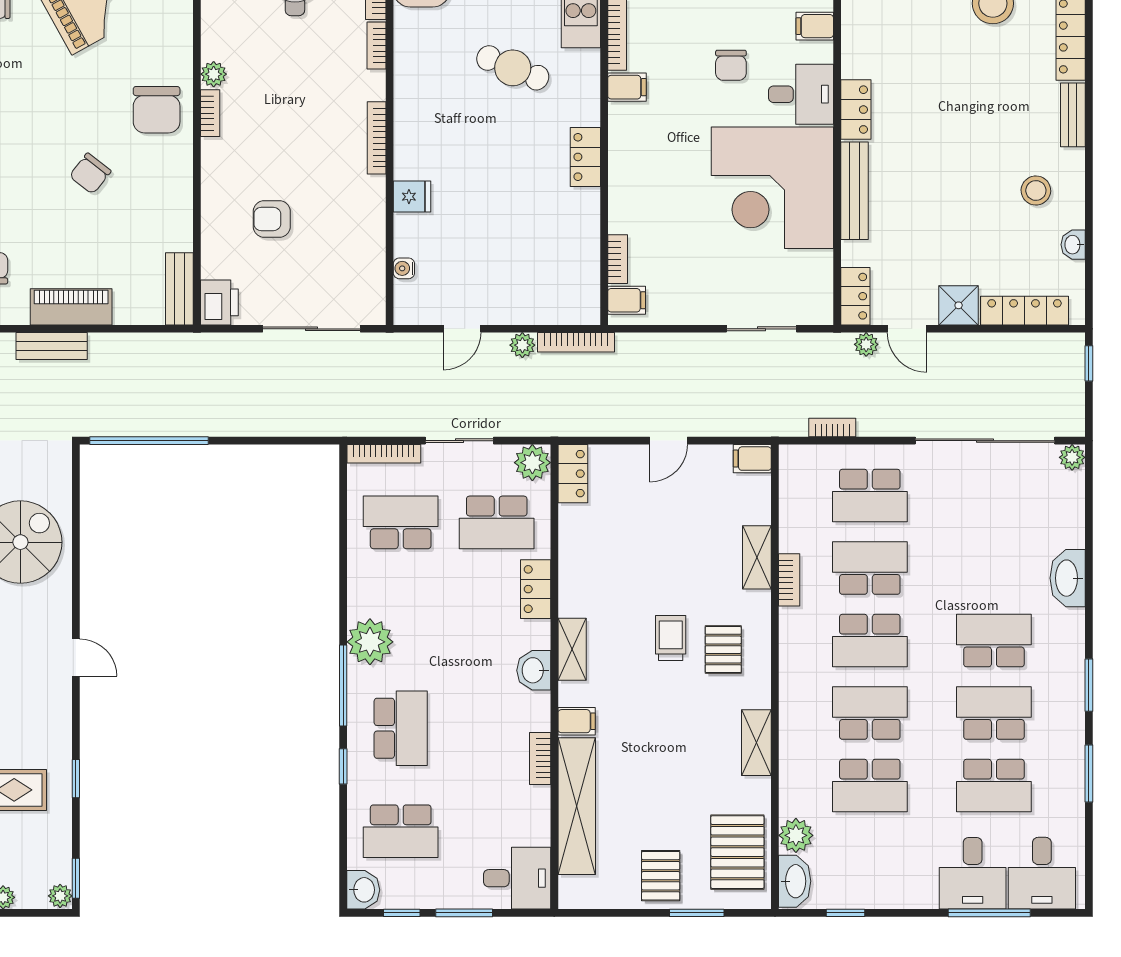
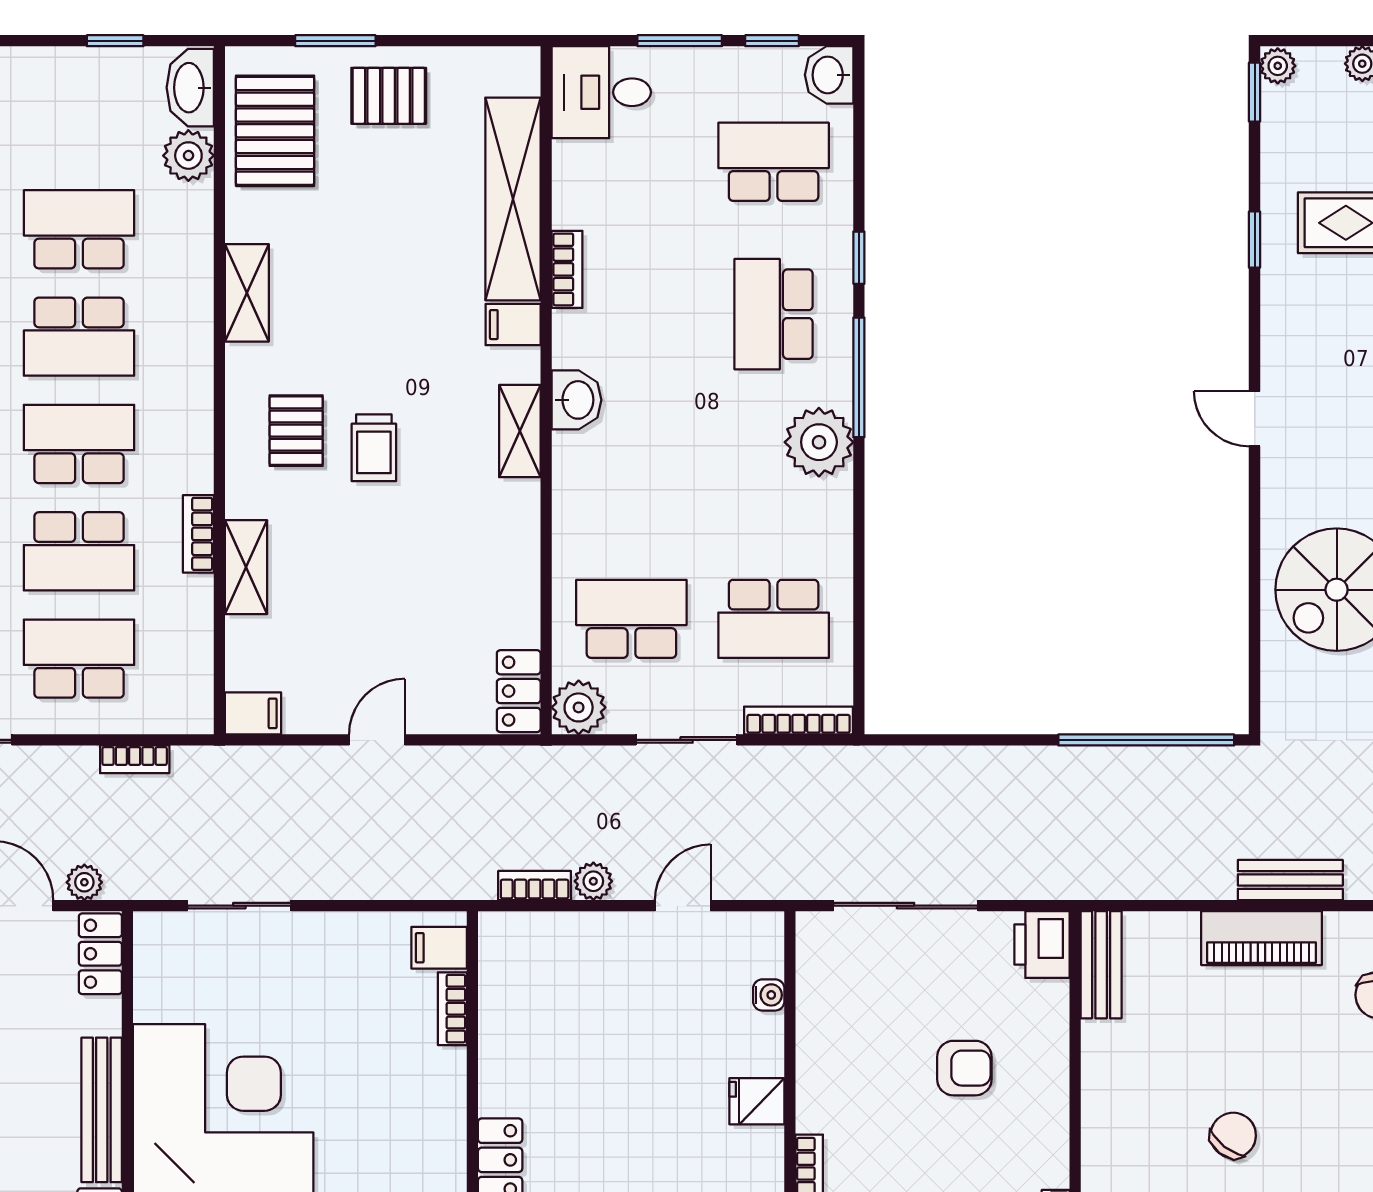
bookcase: (576, 342) -> (535, 885), width x0.64
locker: (536, 589) -> (574, 520), removed
pallet: (661, 876) -> (389, 96), turned 90

